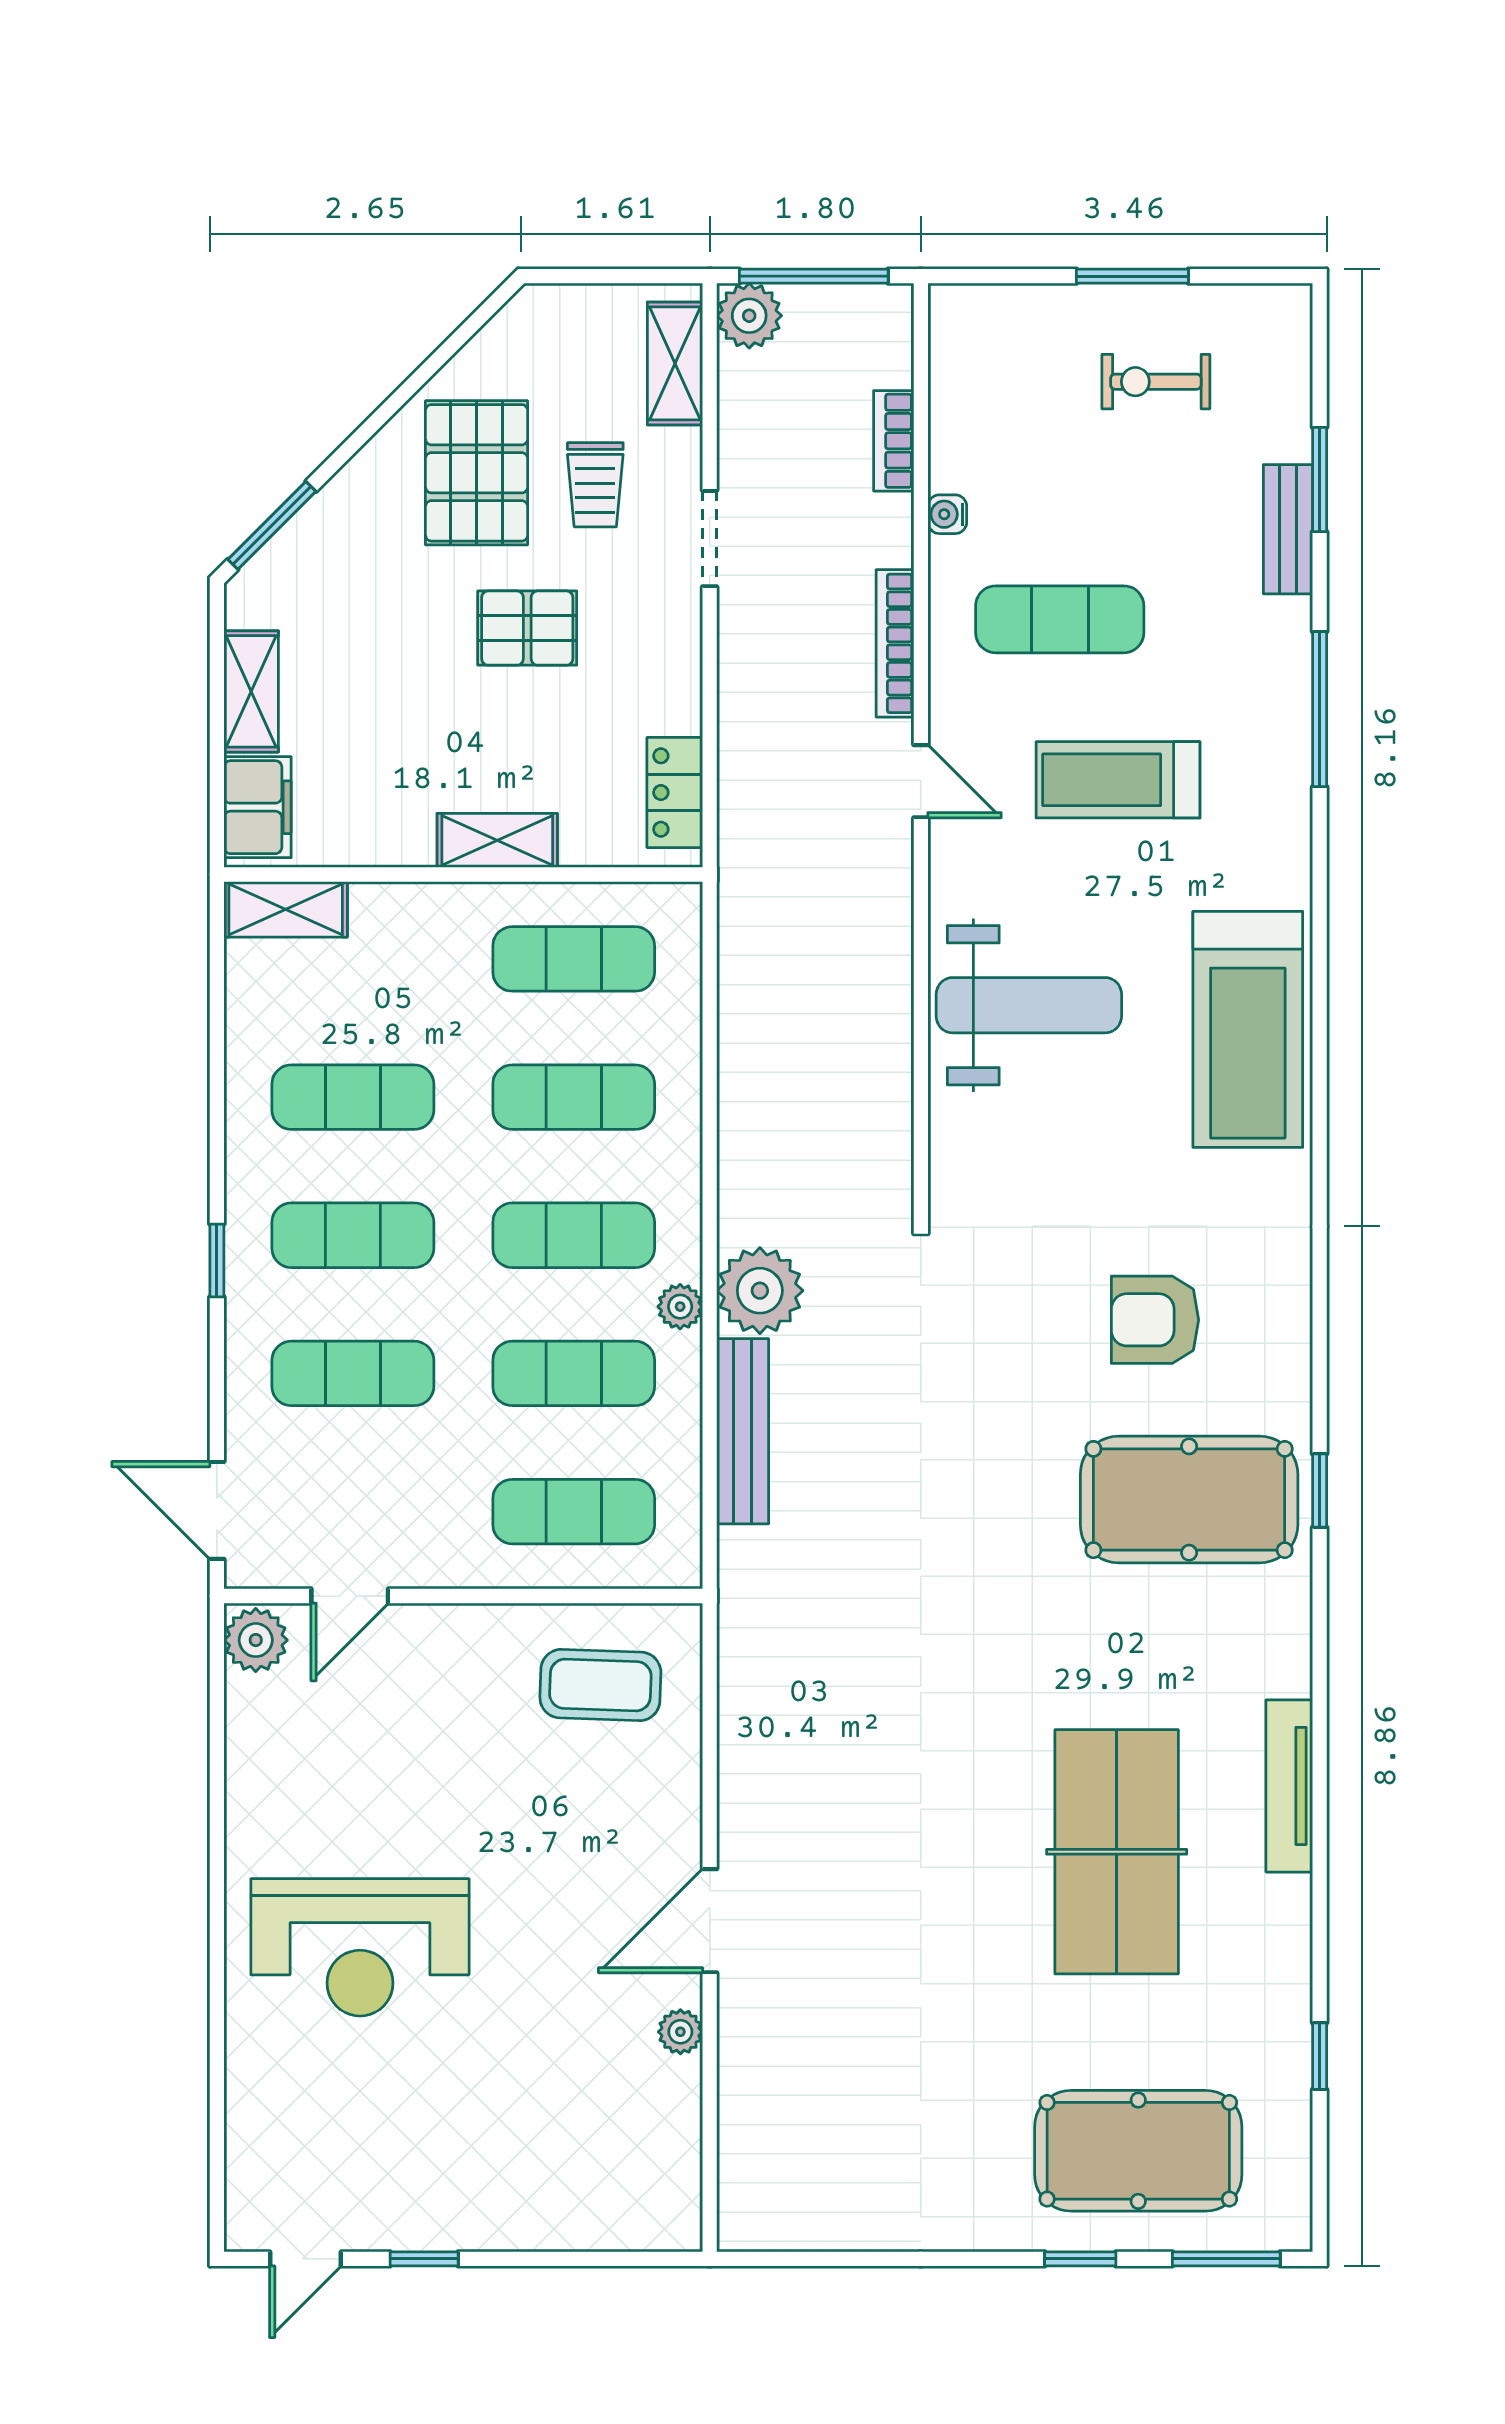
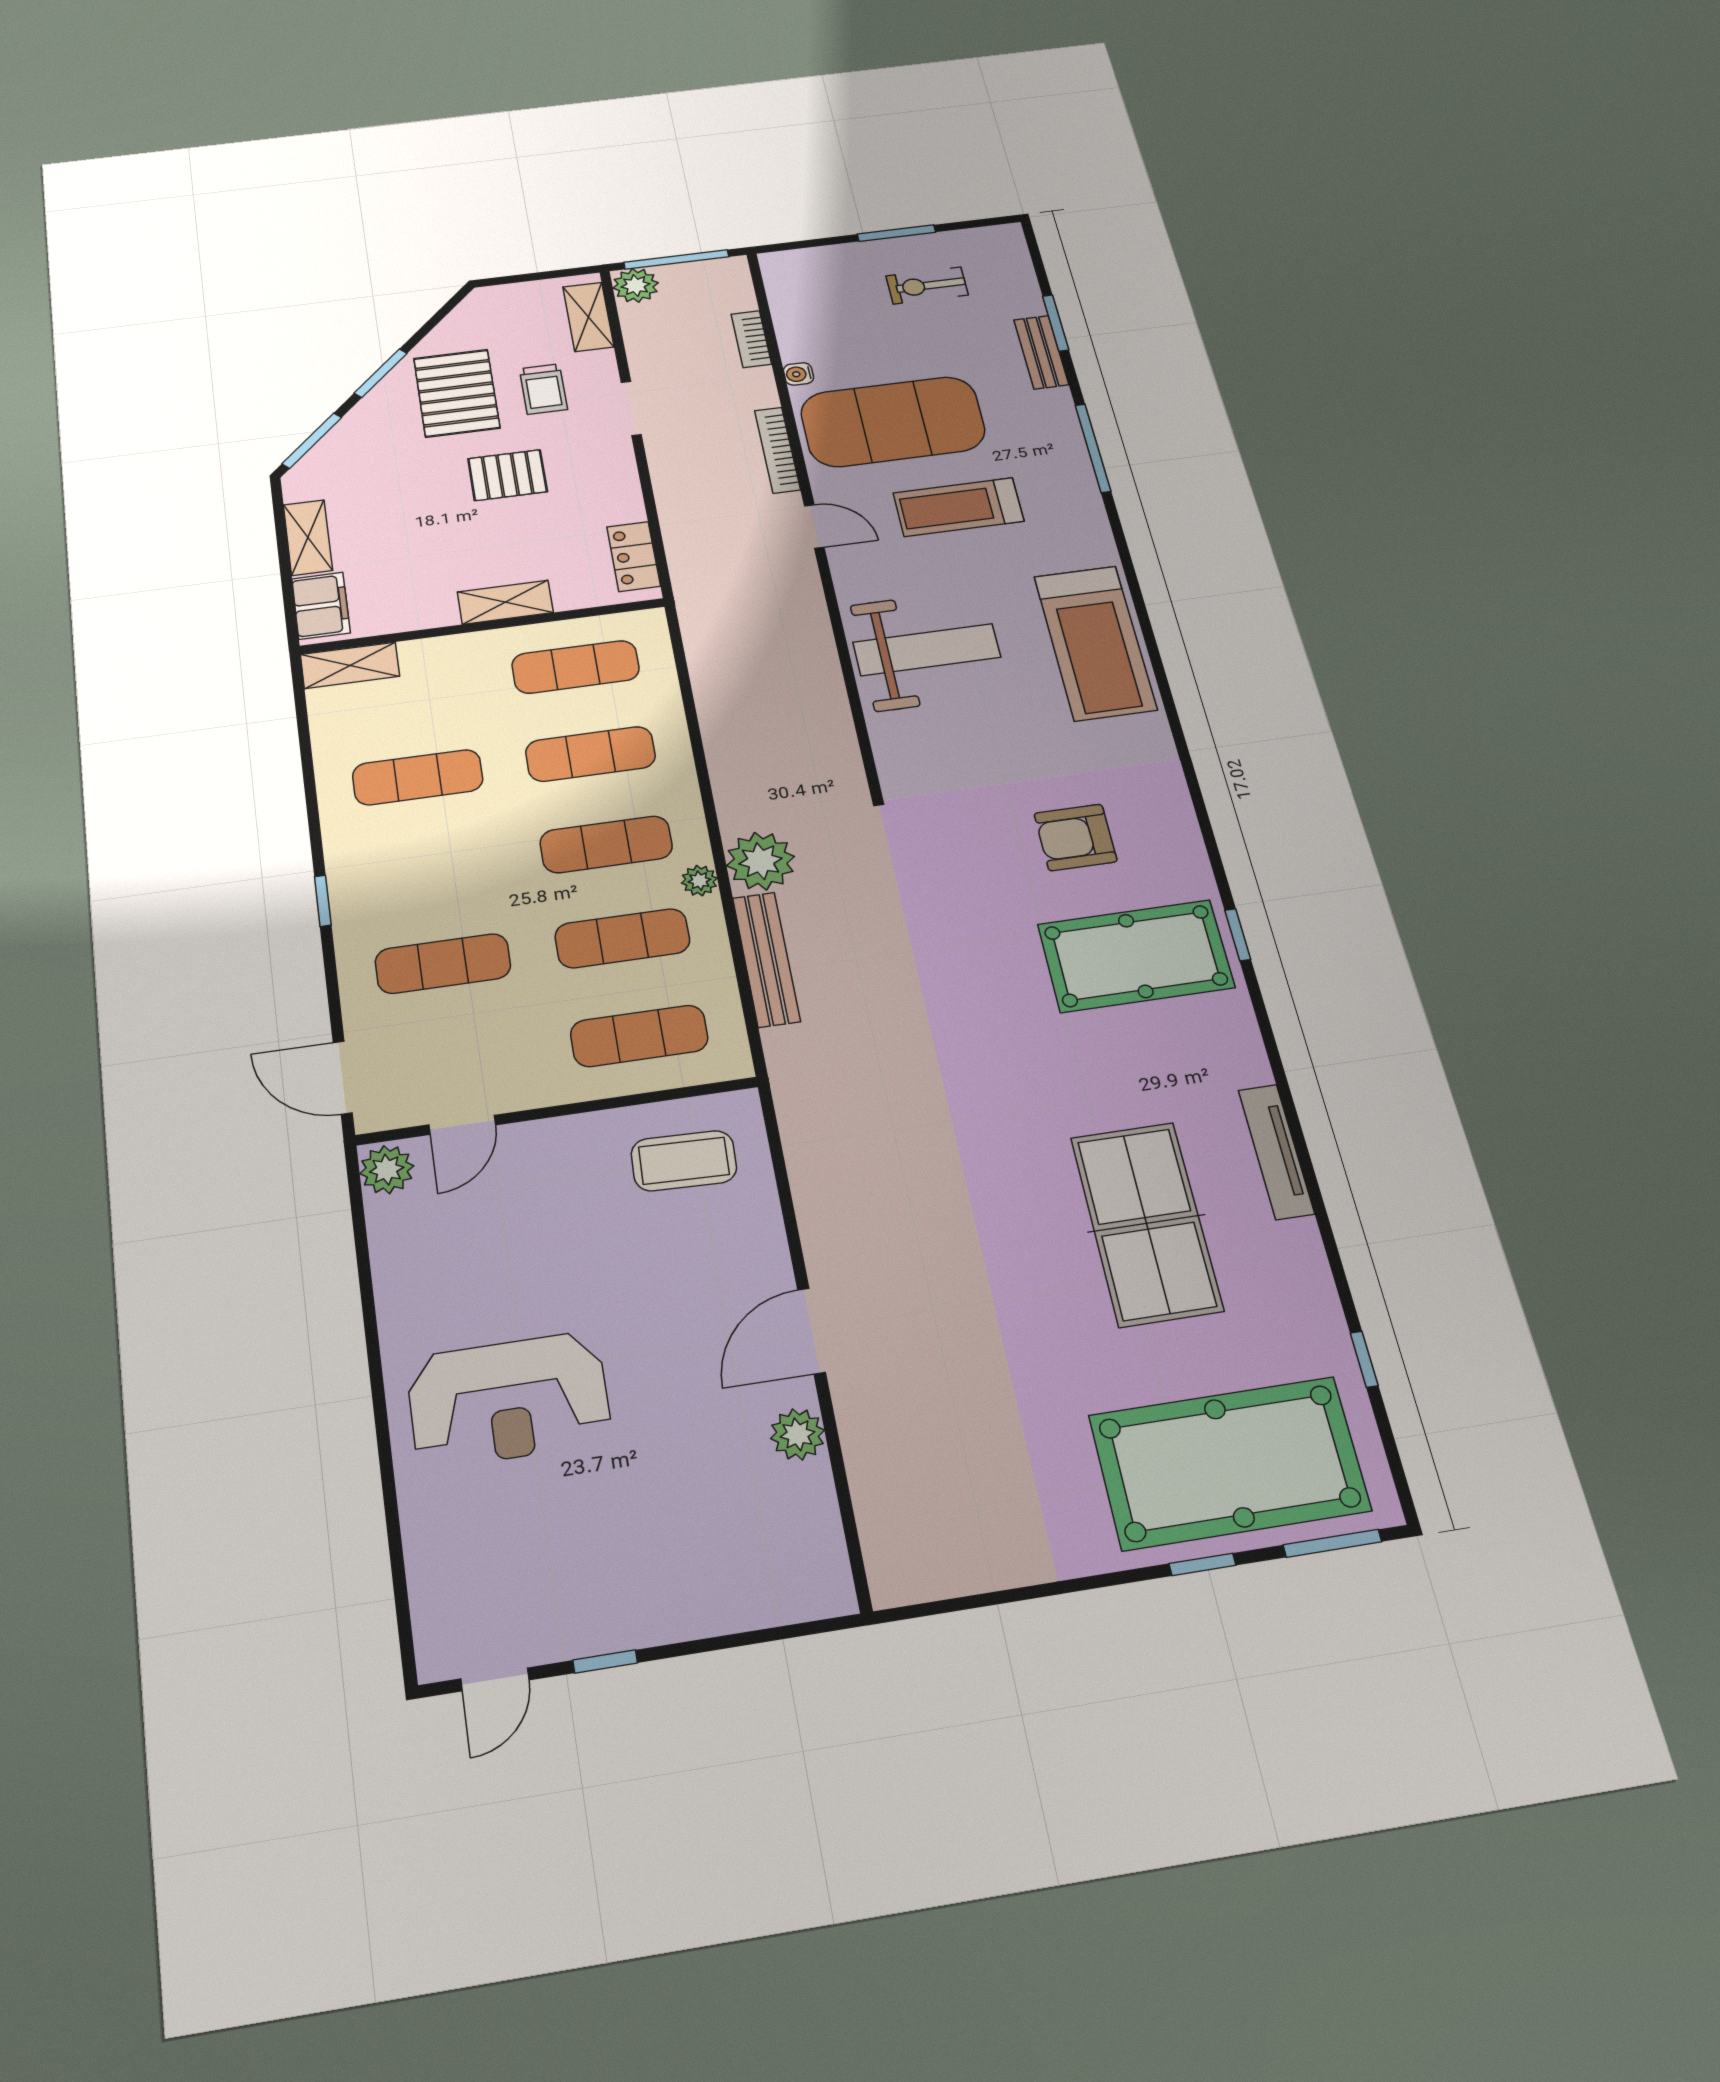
window: (377, 420) -> (381, 373), added
exercise mat: (1060, 619) -> (893, 422), width x2.00, depth x1.45
exercise mat: (353, 1235) -> (430, 869), removed
plant: (680, 2032) -> (798, 1434), width x1.38, depth x1.38
pool table: (1138, 2151) -> (1229, 1463), width x1.36, depth x1.32

